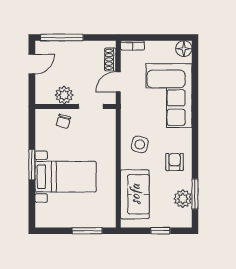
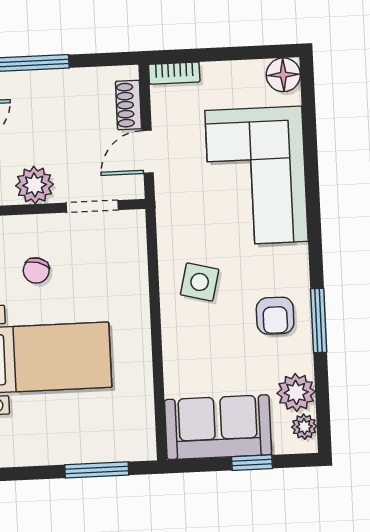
chair: (63, 121) -> (36, 271), moved
armchair: (175, 162) -> (275, 316), turned 180
sofa: (135, 194) -> (218, 427), moved, turned -90
window: (195, 194) -> (319, 320), moved
plant: (186, 215) -> (304, 427), added

